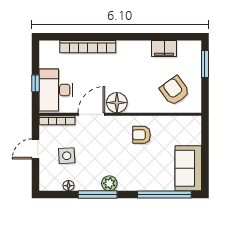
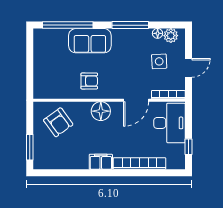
filing cabinet: (164, 49) -> (101, 162), moved
window: (35, 83) -> (188, 147), moved
floor lamp: (117, 103) -> (101, 111), moved
sofa: (188, 168) -> (90, 41), moved, turned 90
plant: (109, 183) -> (171, 36), moved

